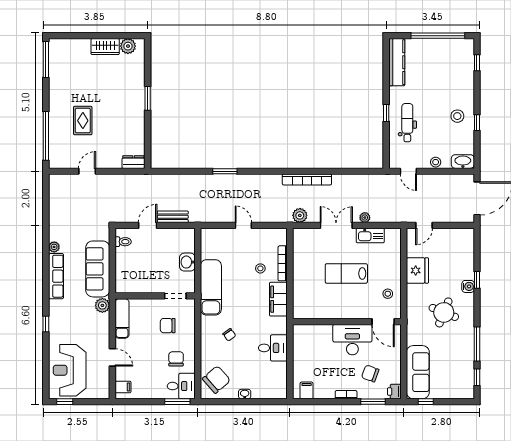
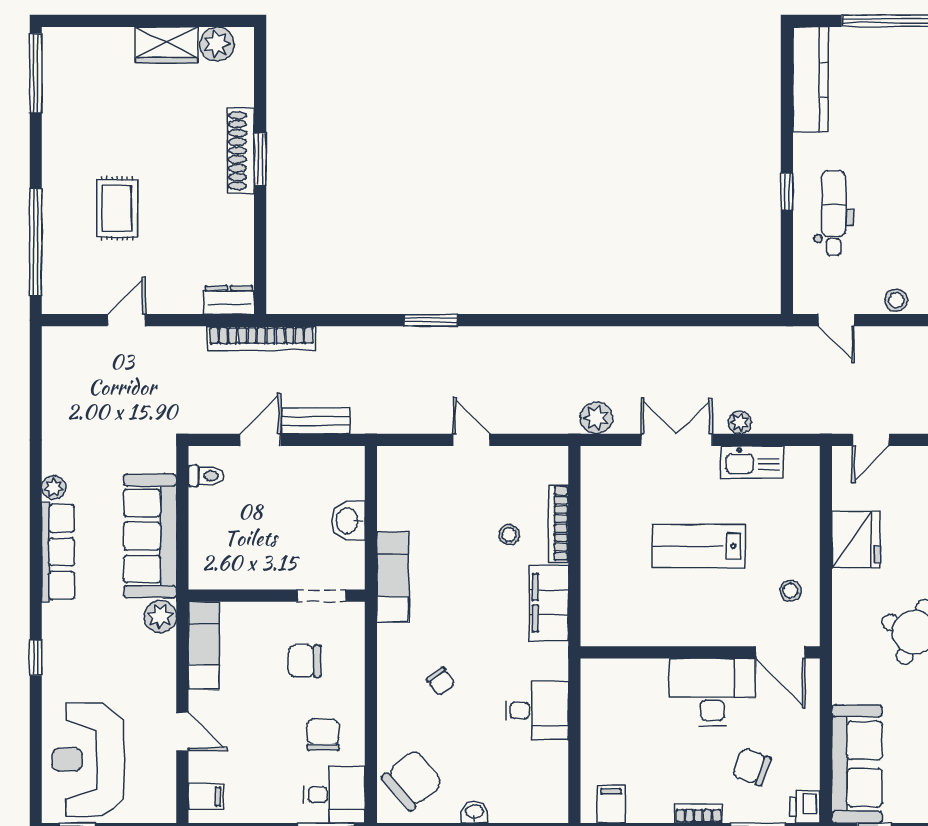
shoe rack: (139, 94) -> (241, 151), added
bookcase: (307, 179) -> (261, 338), moved
exam couch: (211, 287) -> (393, 577), width x0.73, depth x0.69

